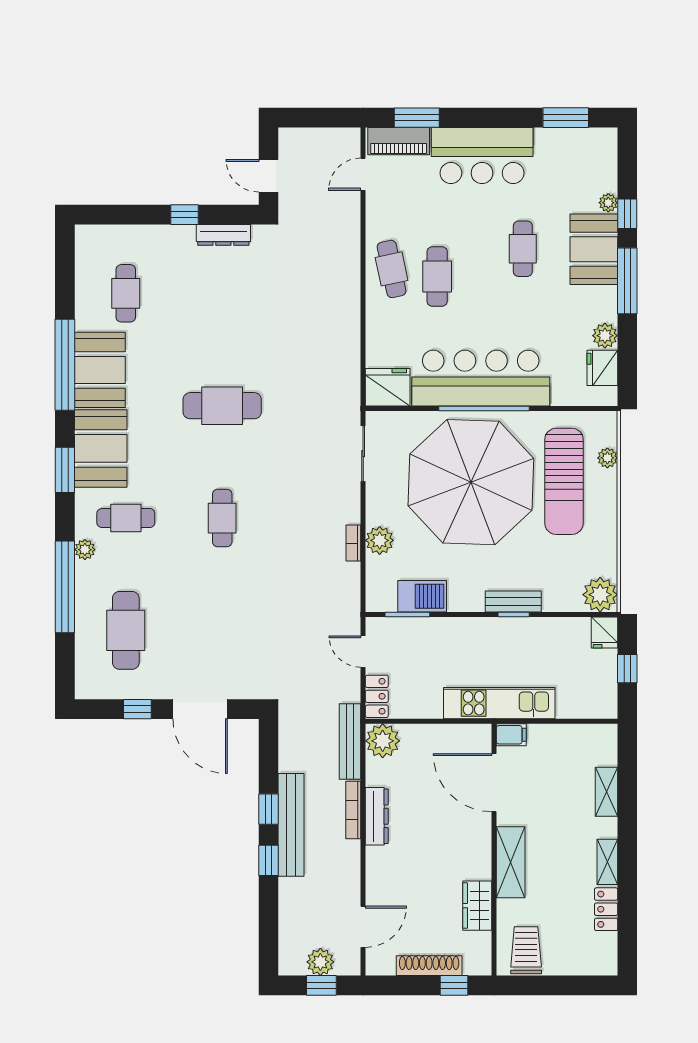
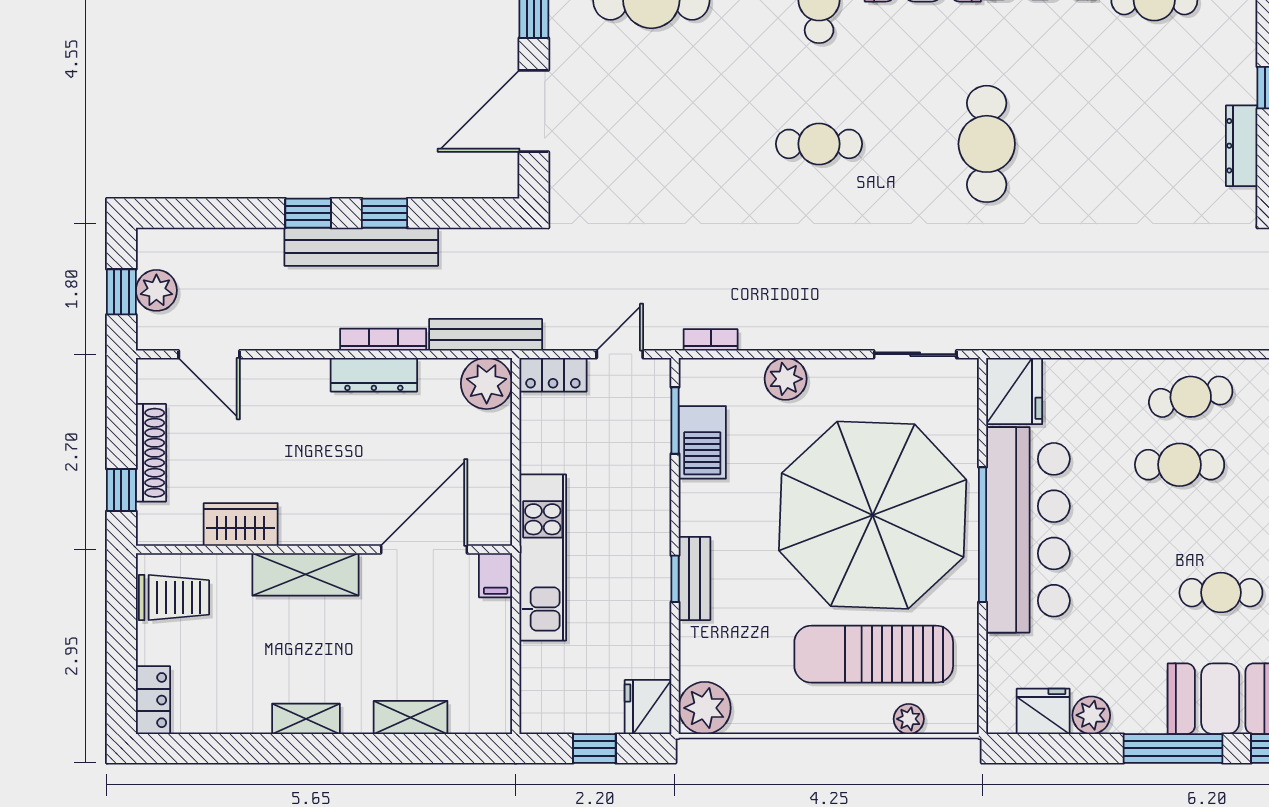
bookcase: (353, 543) -> (711, 340), moved
fridge: (604, 633) -> (648, 707), width x1.38
locker: (606, 909) -> (153, 700), moved, turned 90

